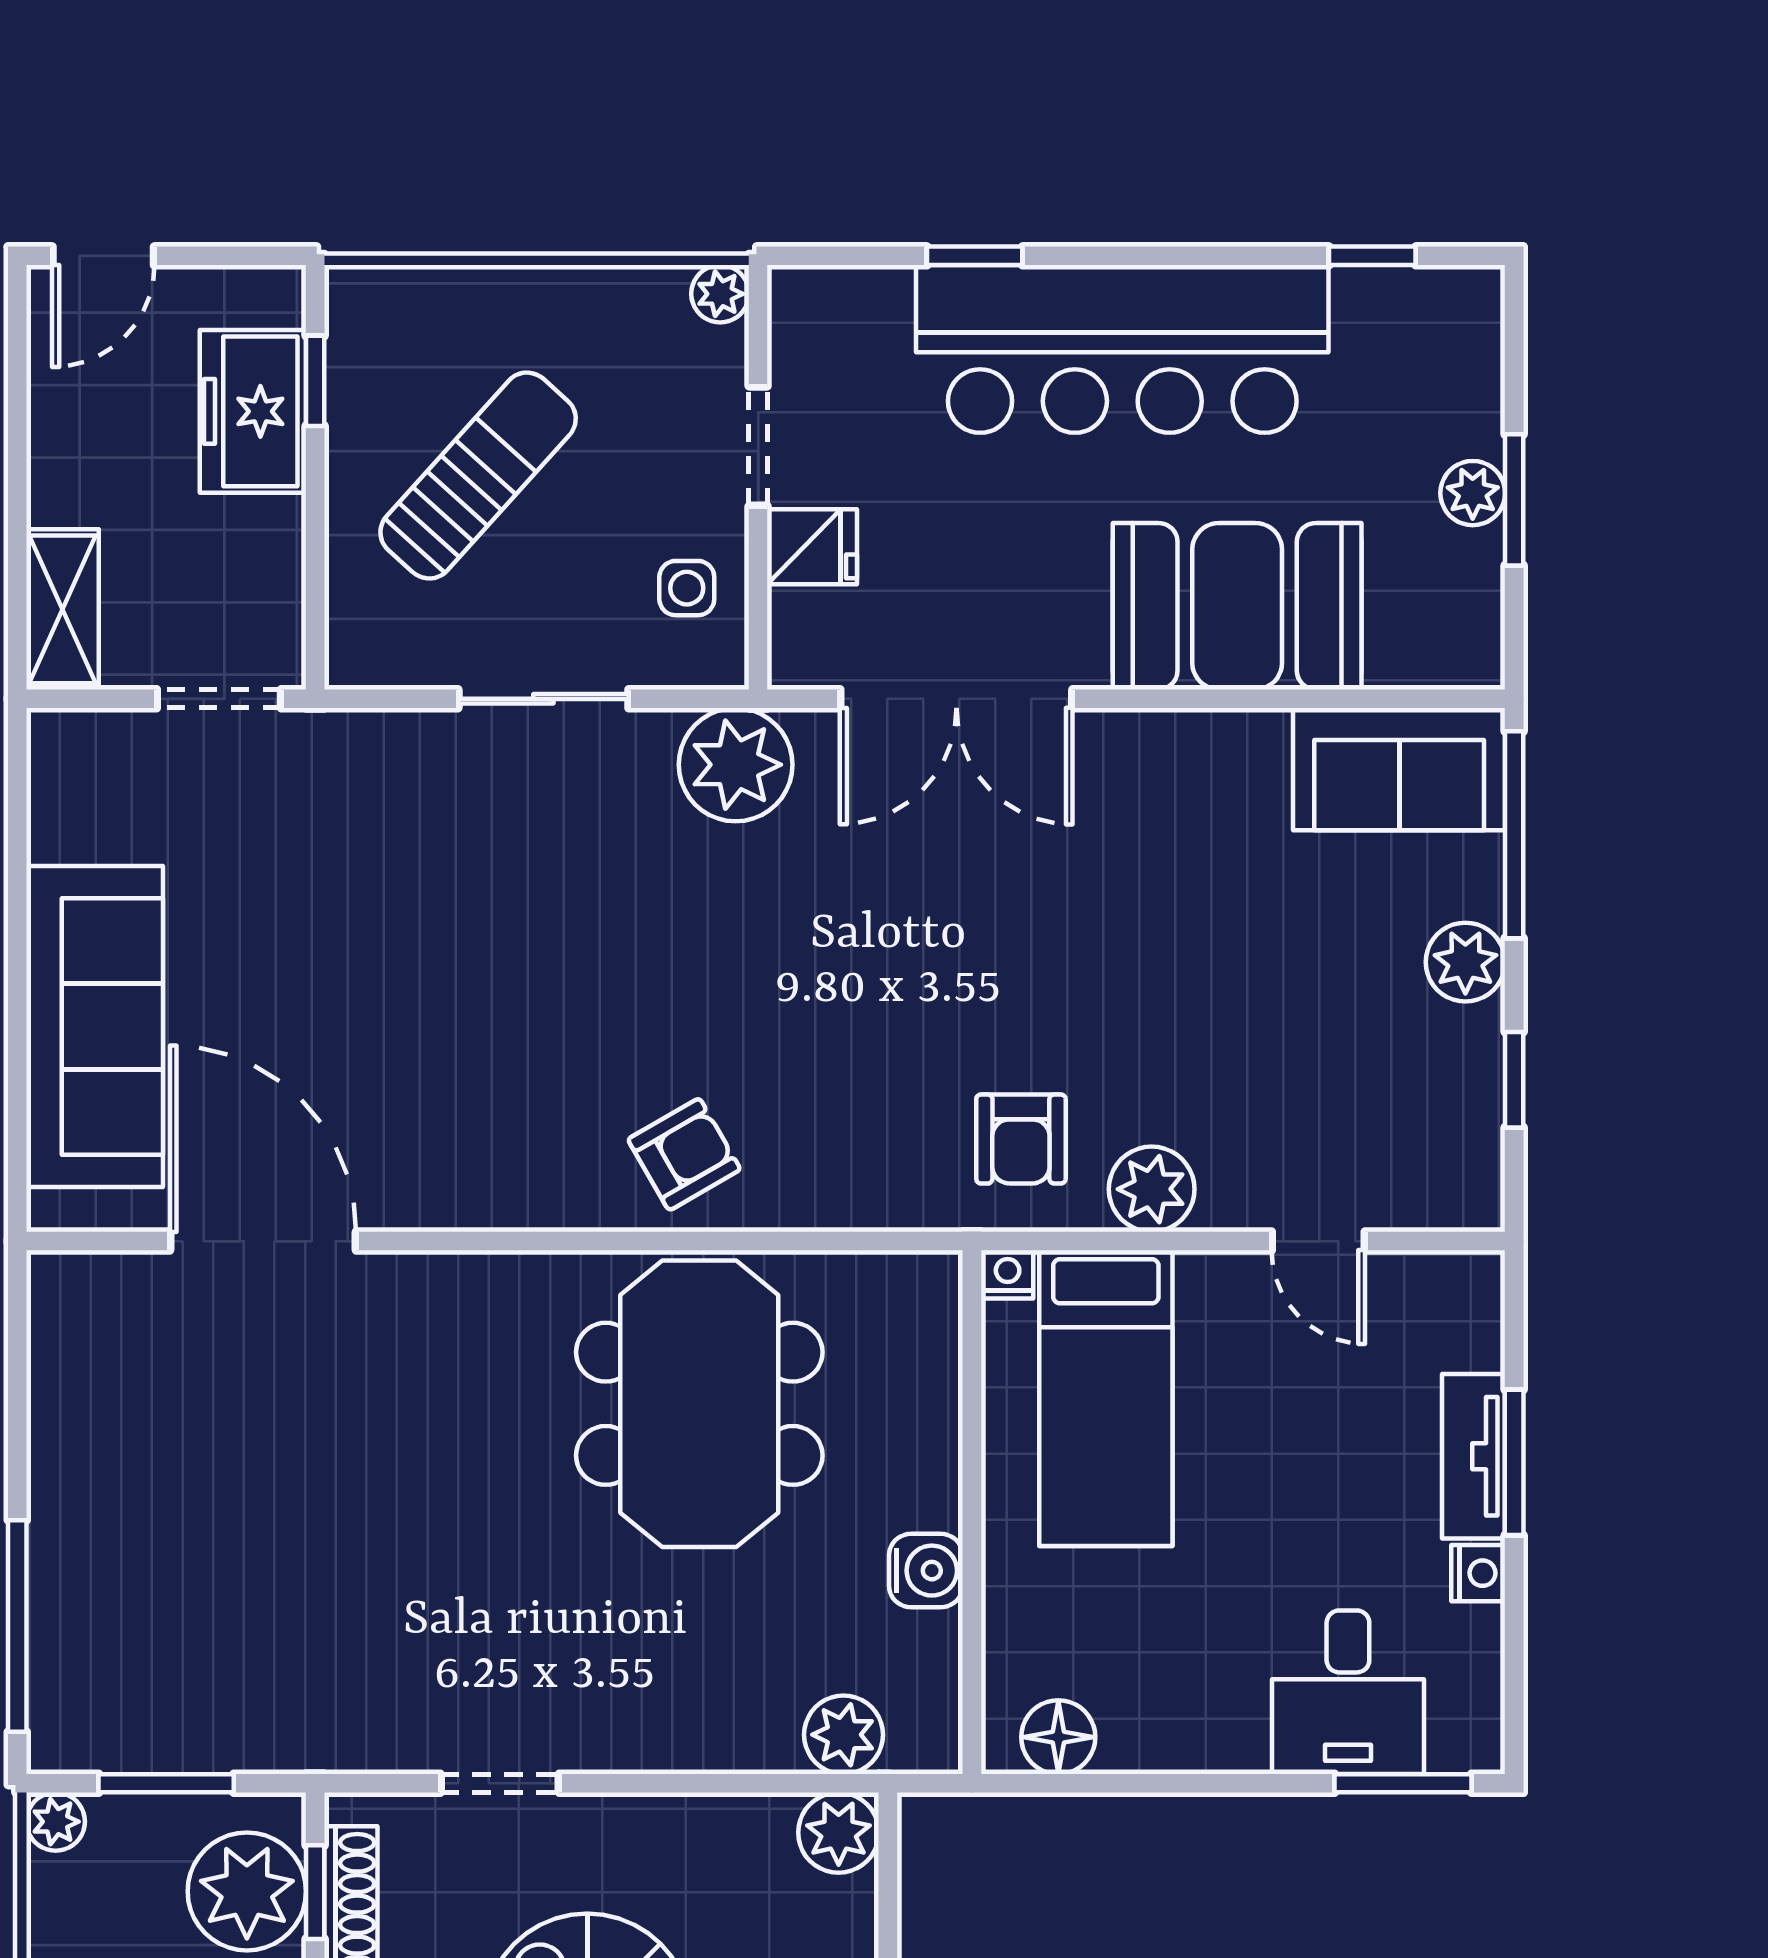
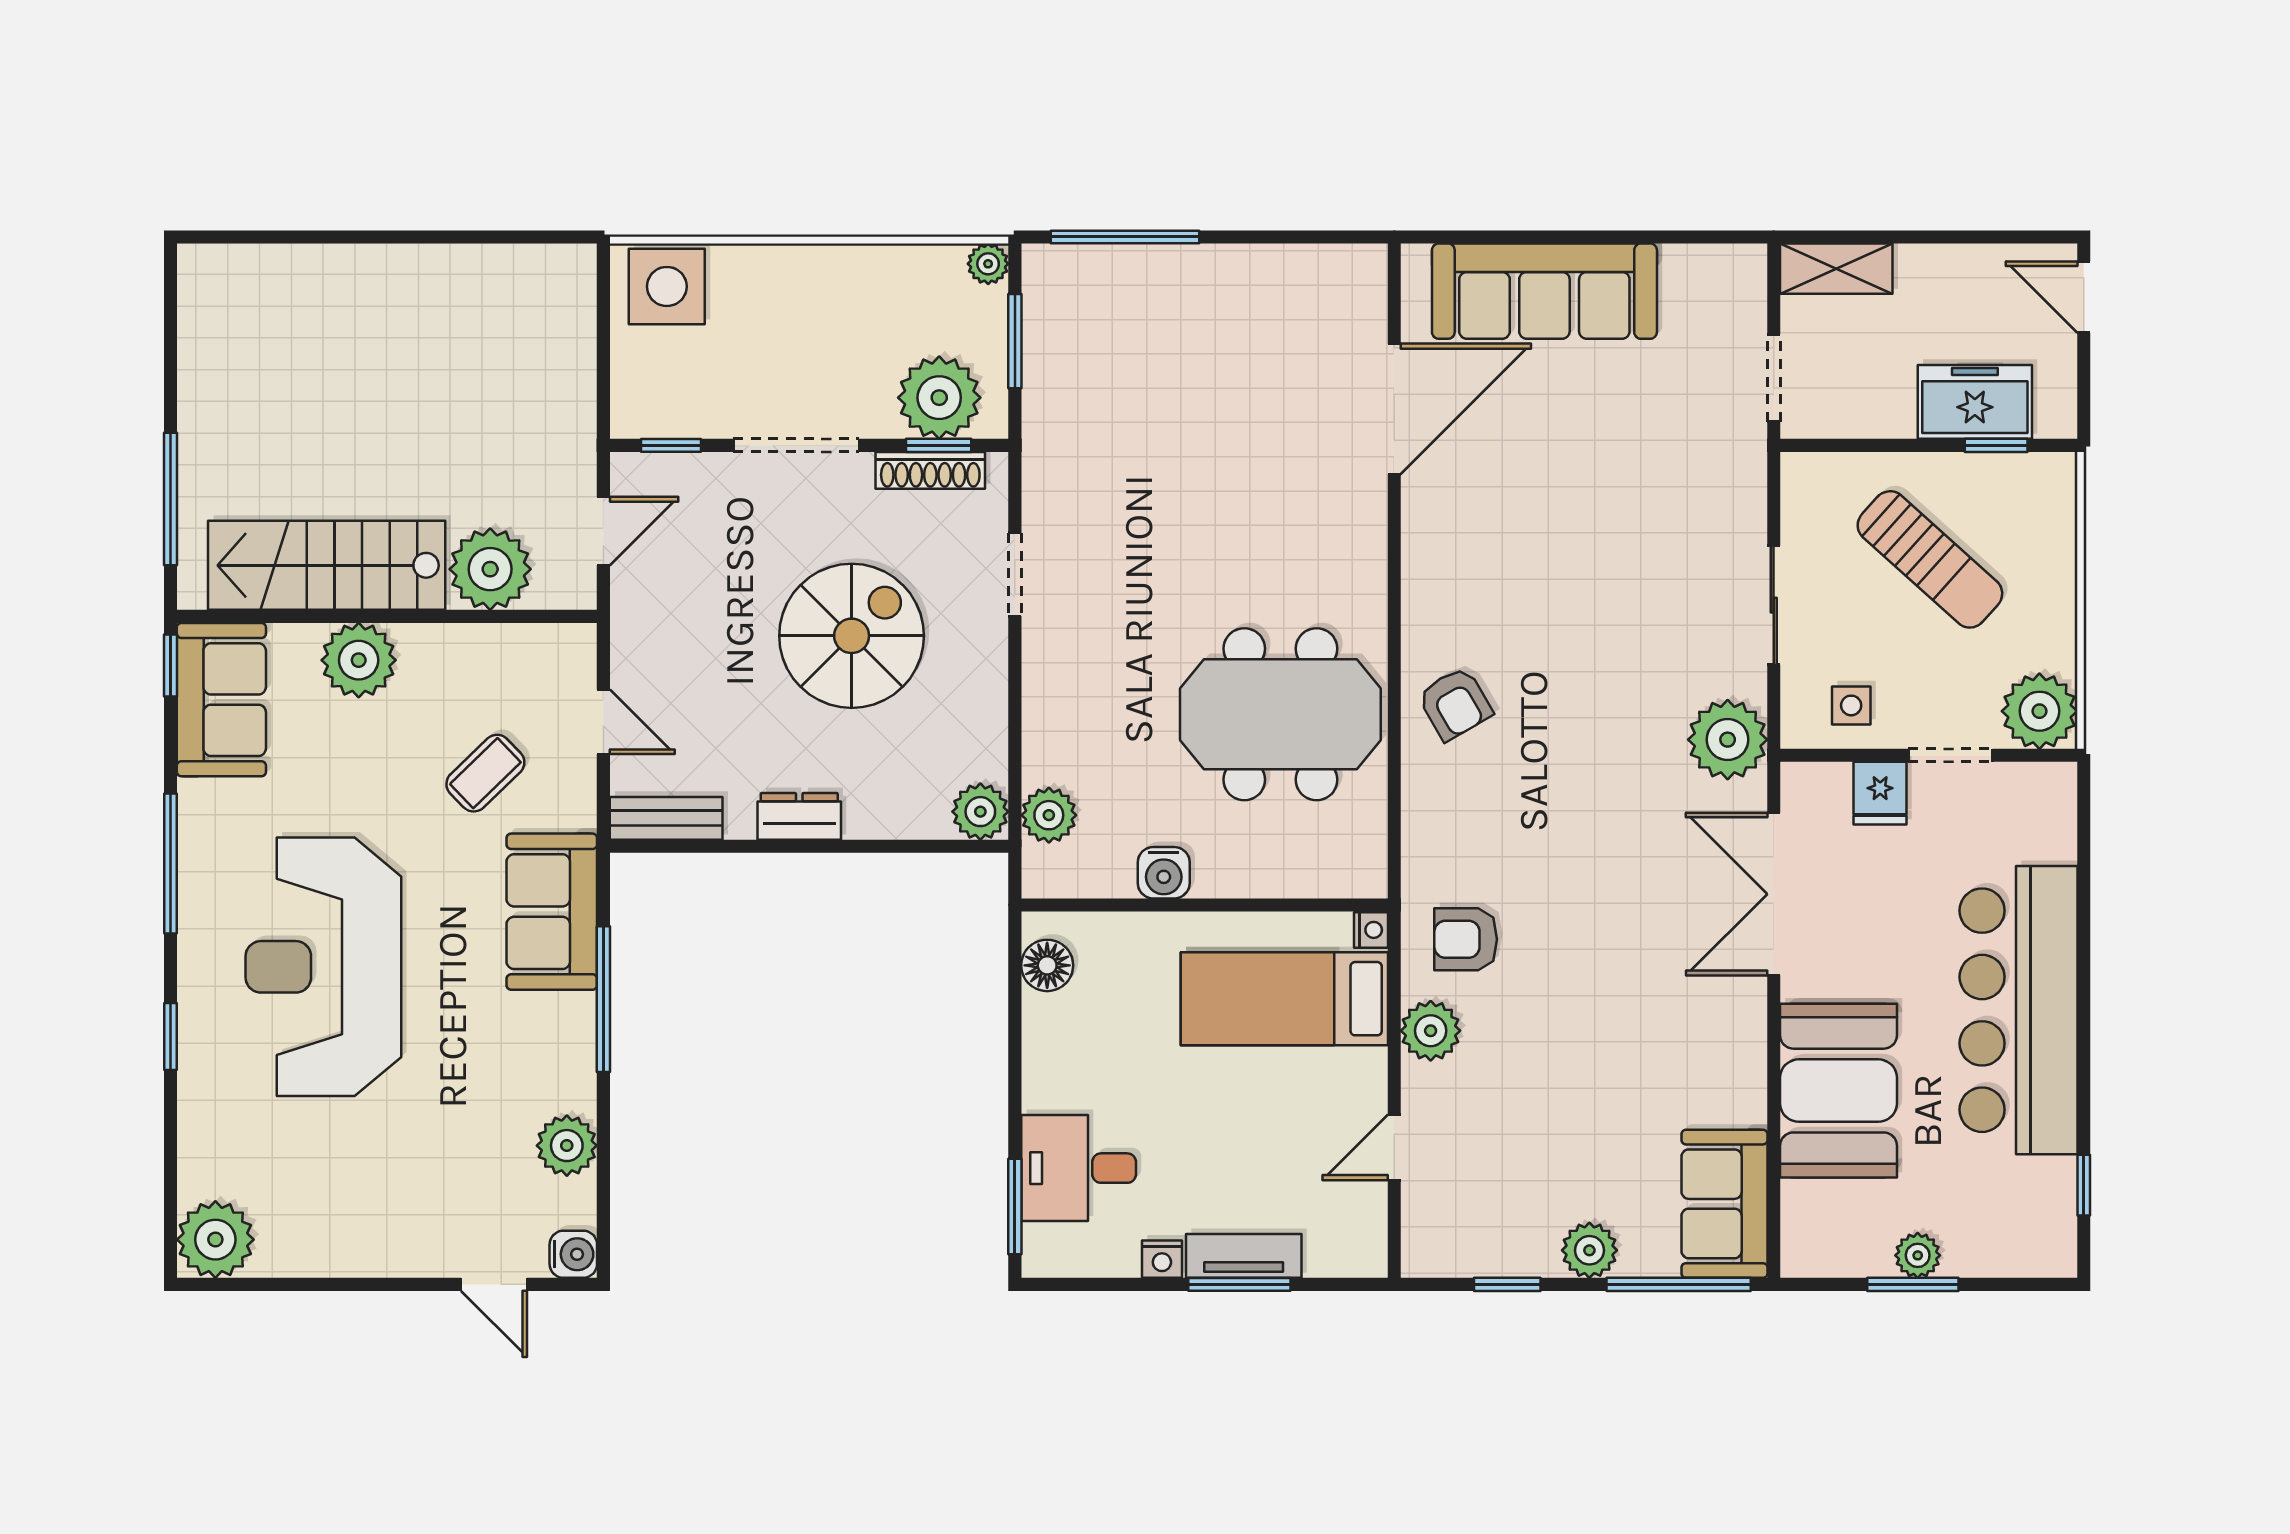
window: (975, 256) -> (2084, 907), removed
plant: (720, 294) -> (2039, 711), width x1.87, depth x1.87

